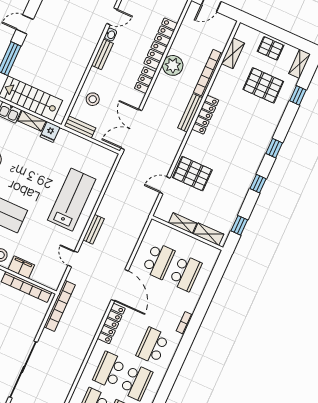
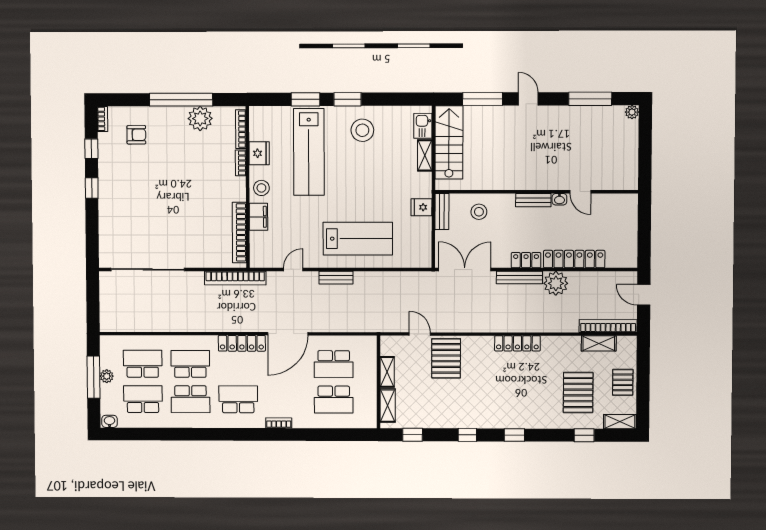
bookcase: (208, 73) -> (608, 326), moved
bench: (190, 113) -> (519, 278), moved
fridge: (50, 132) -> (421, 207), moved

